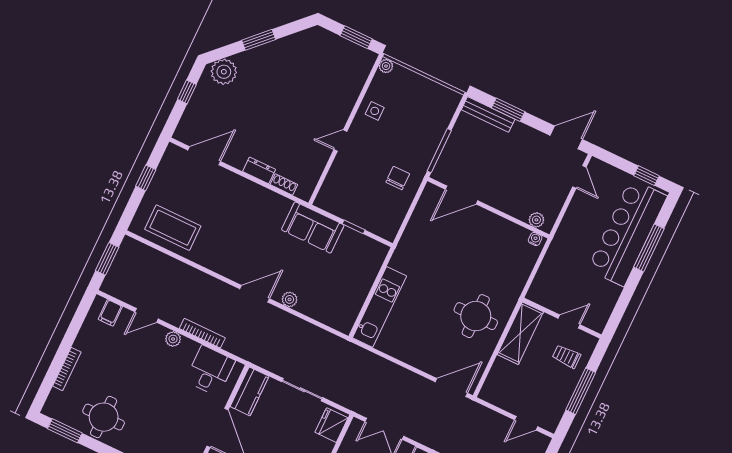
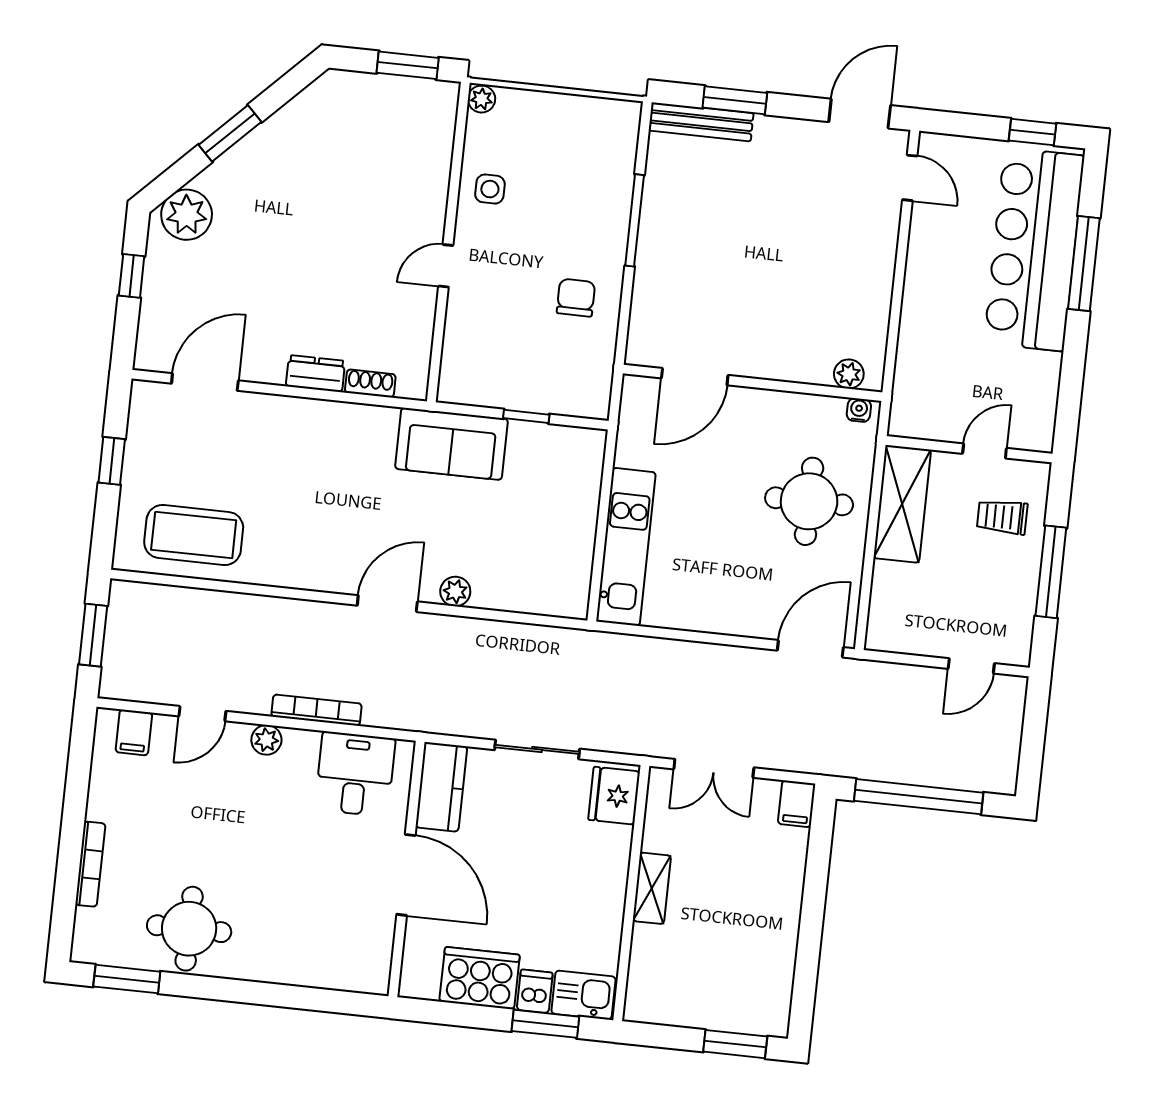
door: (461, 195) -> (695, 377), moved
wall: (488, 208) -> (753, 383), moved
plant: (536, 220) -> (849, 374), moved
water cooler: (535, 239) -> (859, 410), moved

